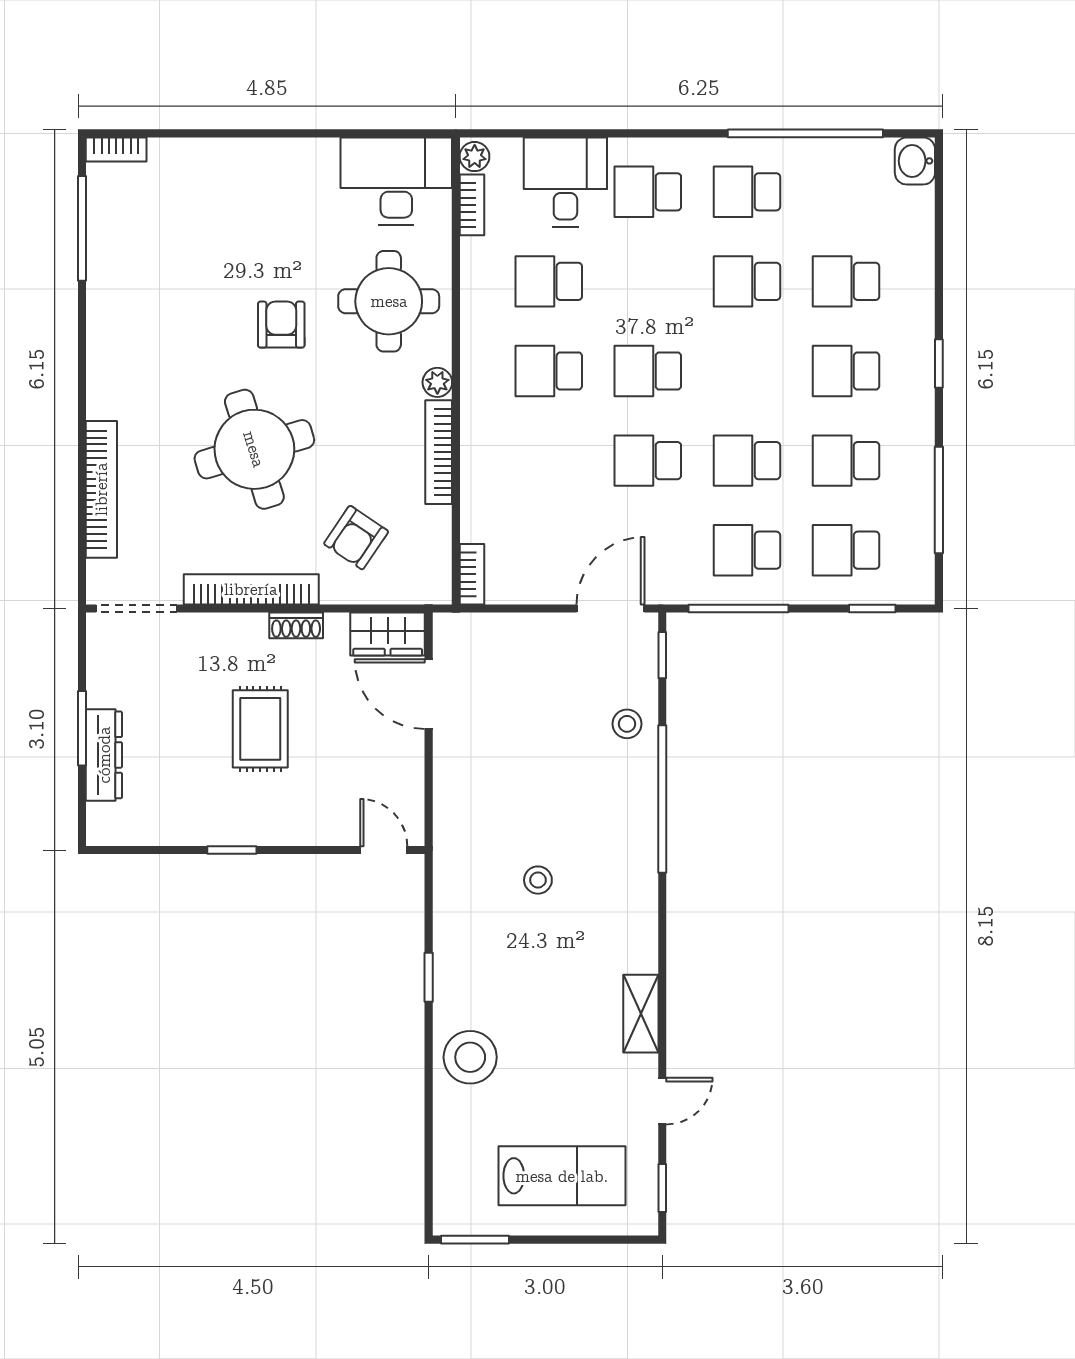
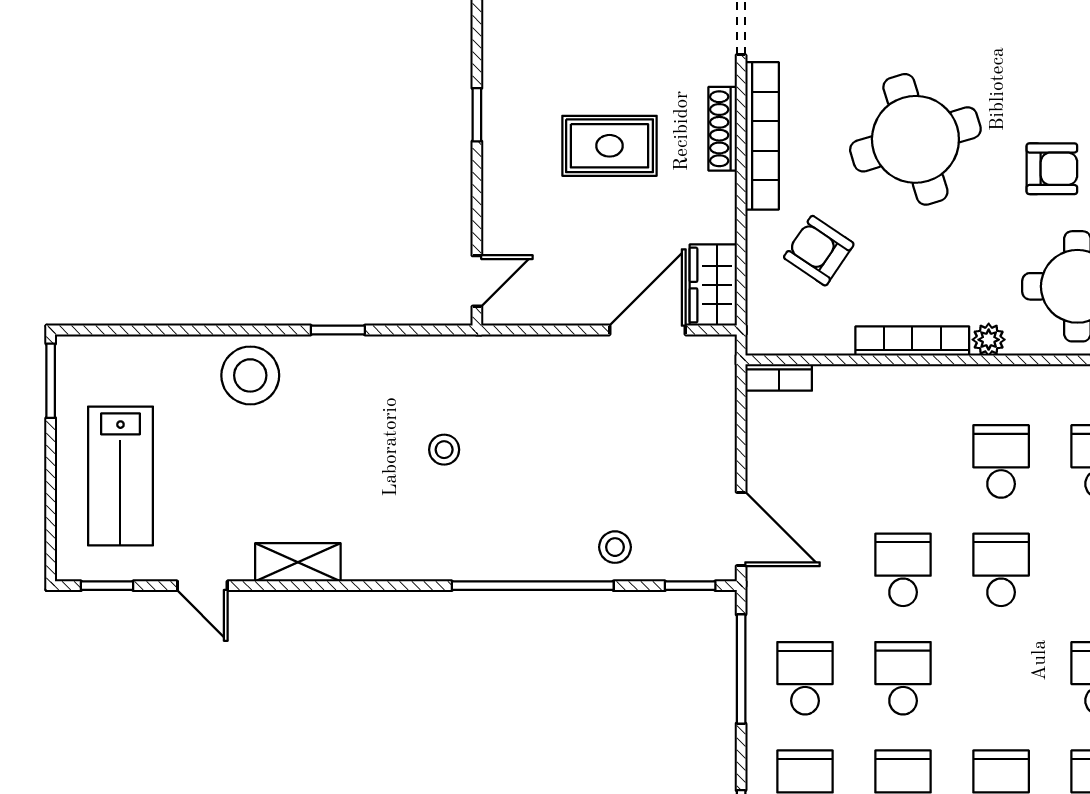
shoe rack: (296, 625) -> (723, 129), moved, width x1.43

